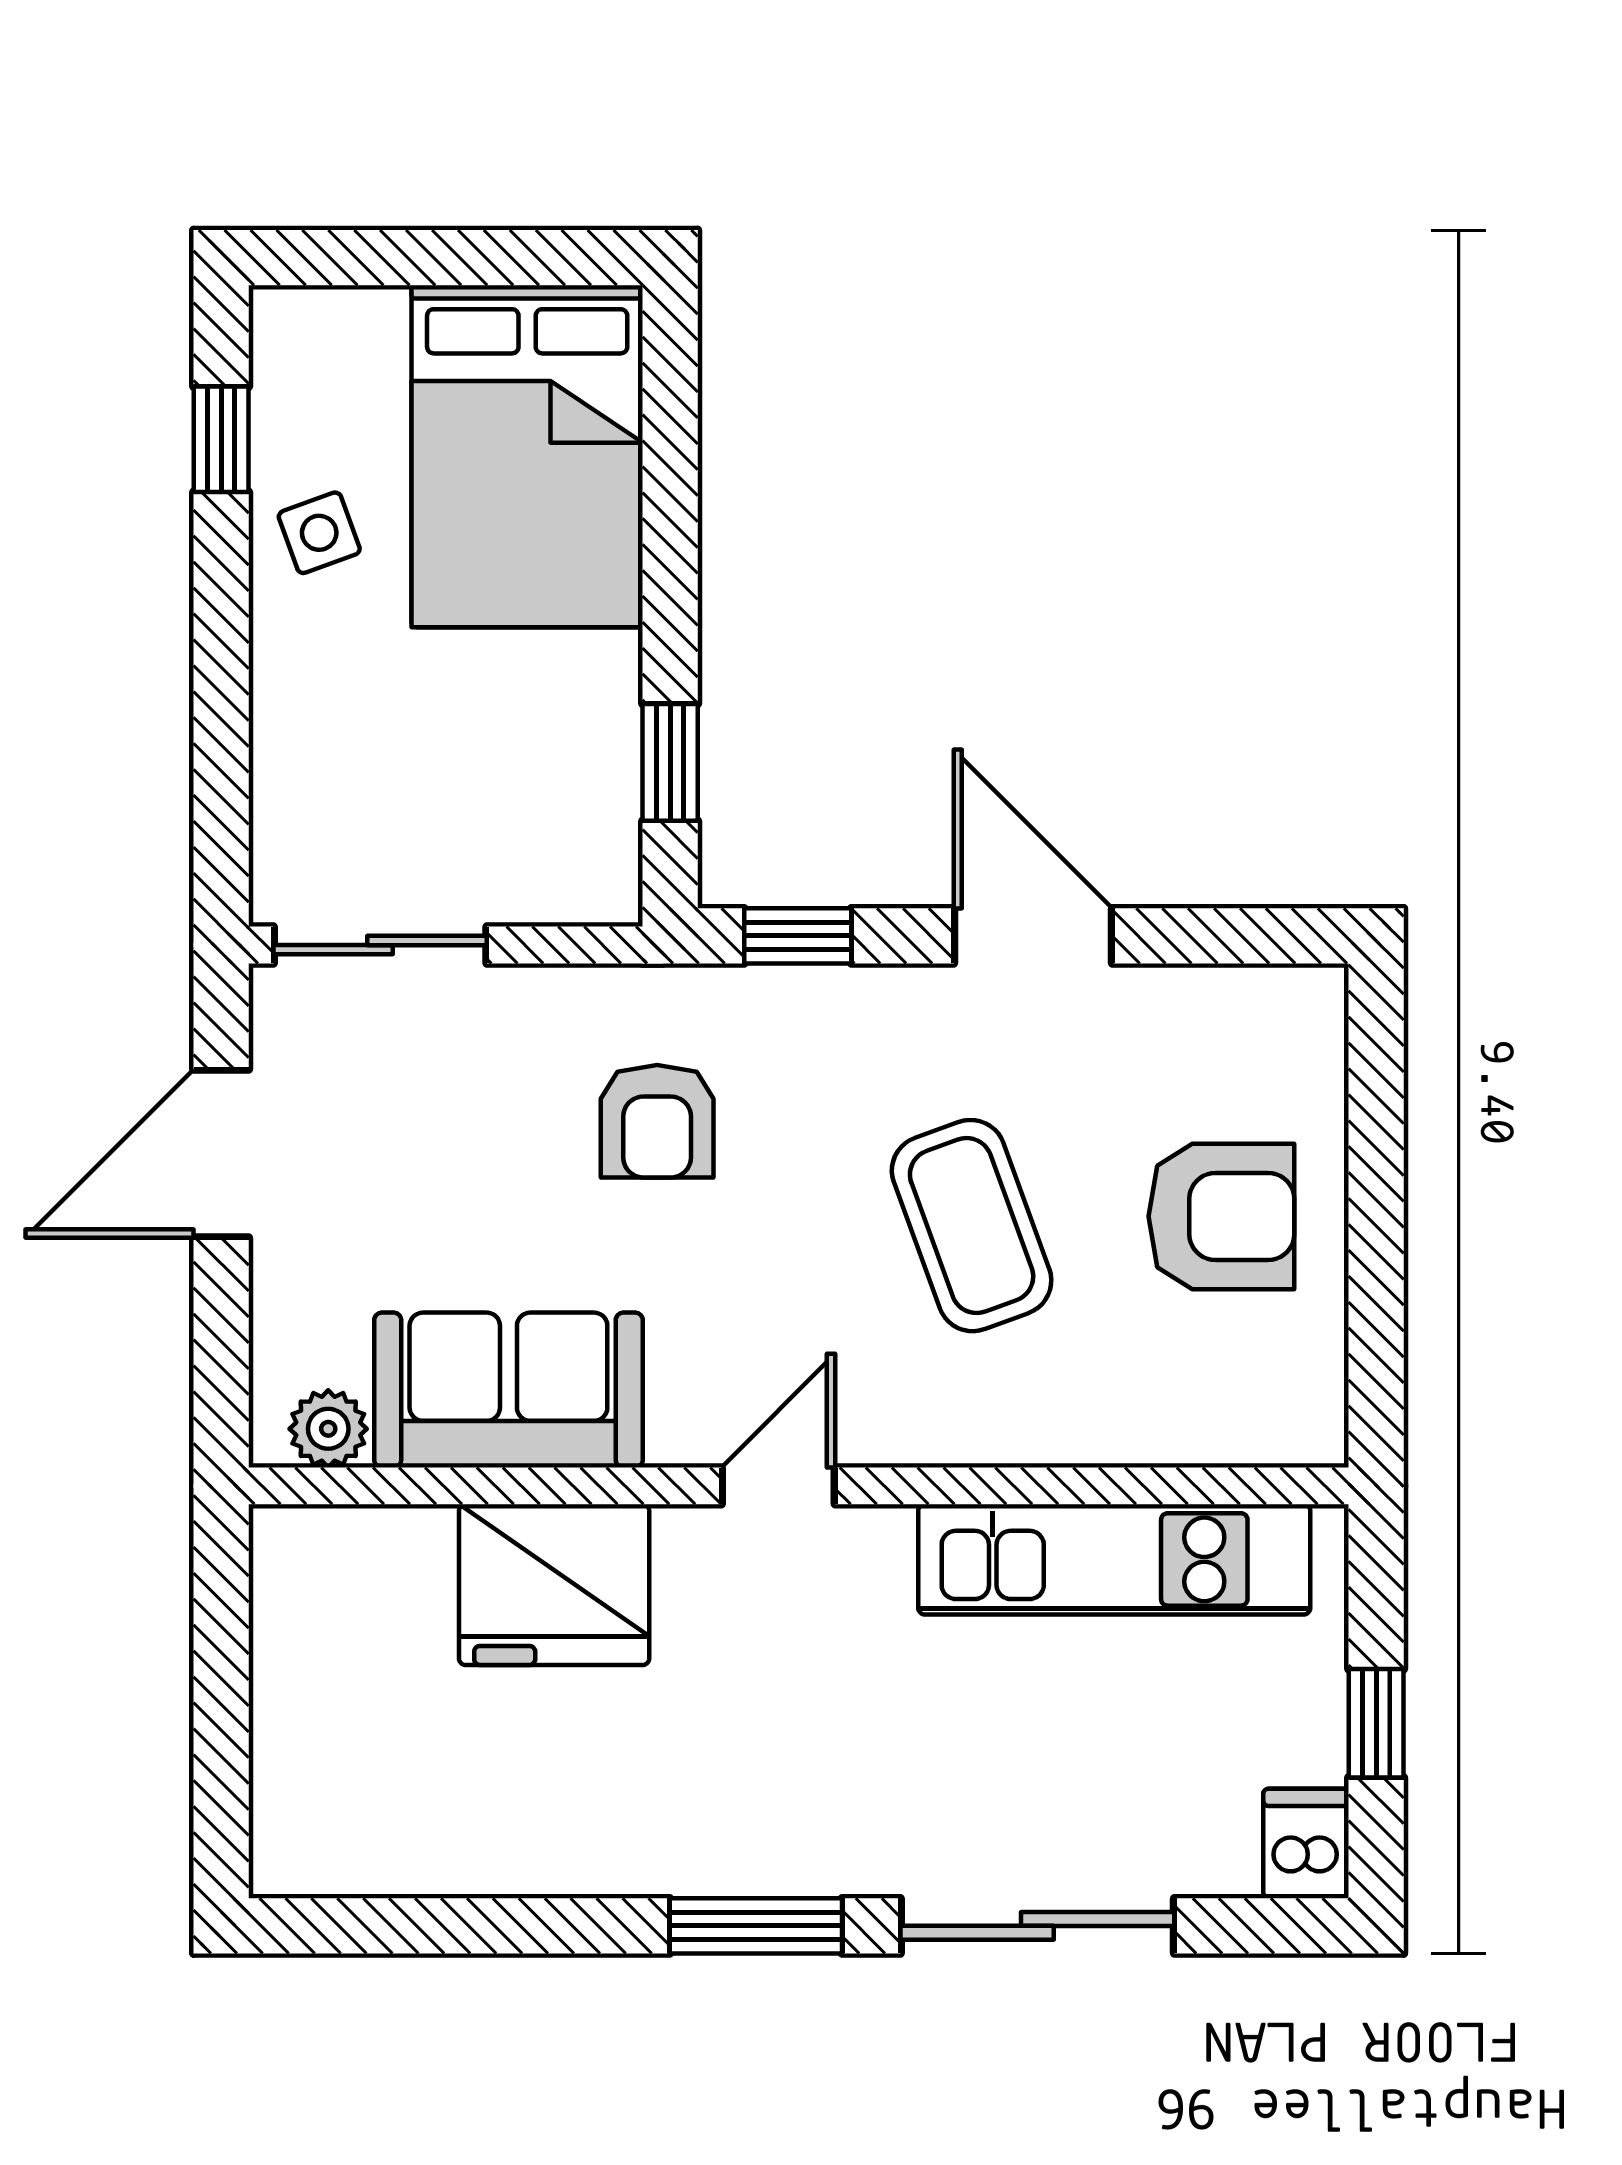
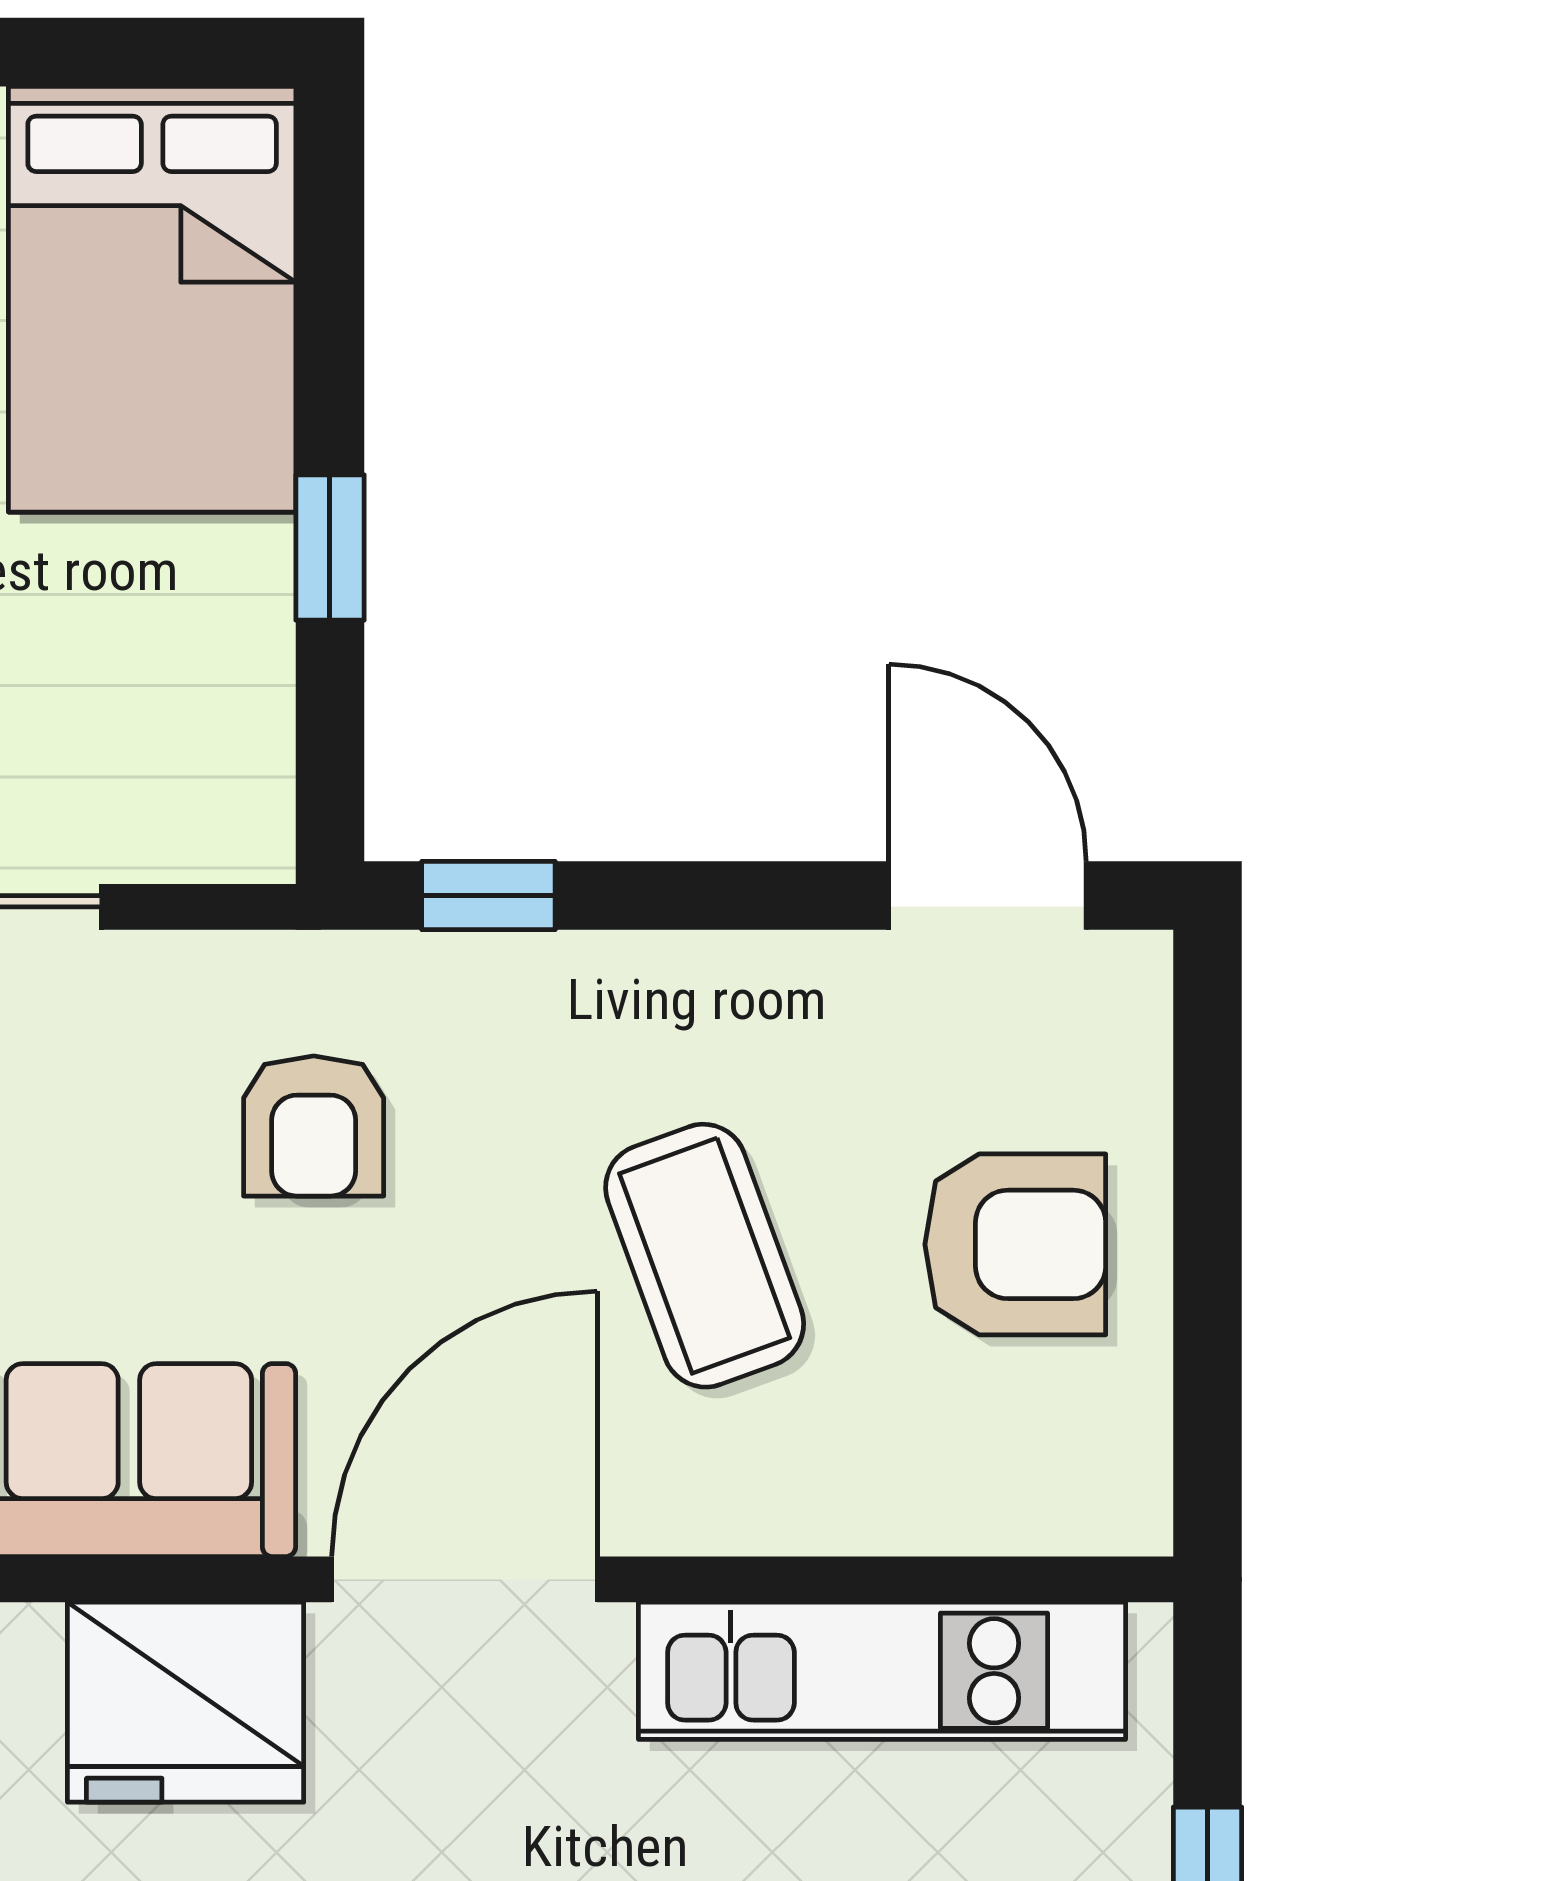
window: (670, 762) -> (330, 547), moved
door: (1033, 936) -> (988, 896), moved
door: (778, 1486) -> (464, 1579), width x1.88

